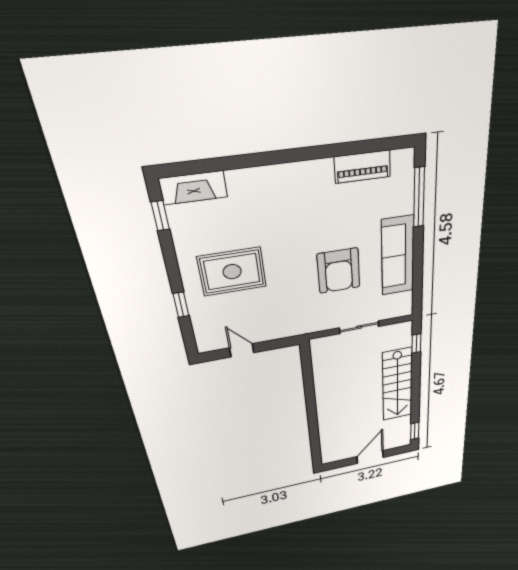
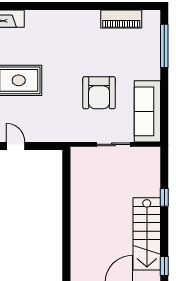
sofa: (398, 256) -> (147, 111), moved
window: (416, 343) -> (164, 197), moved
stairs: (397, 385) -> (147, 234), moved

